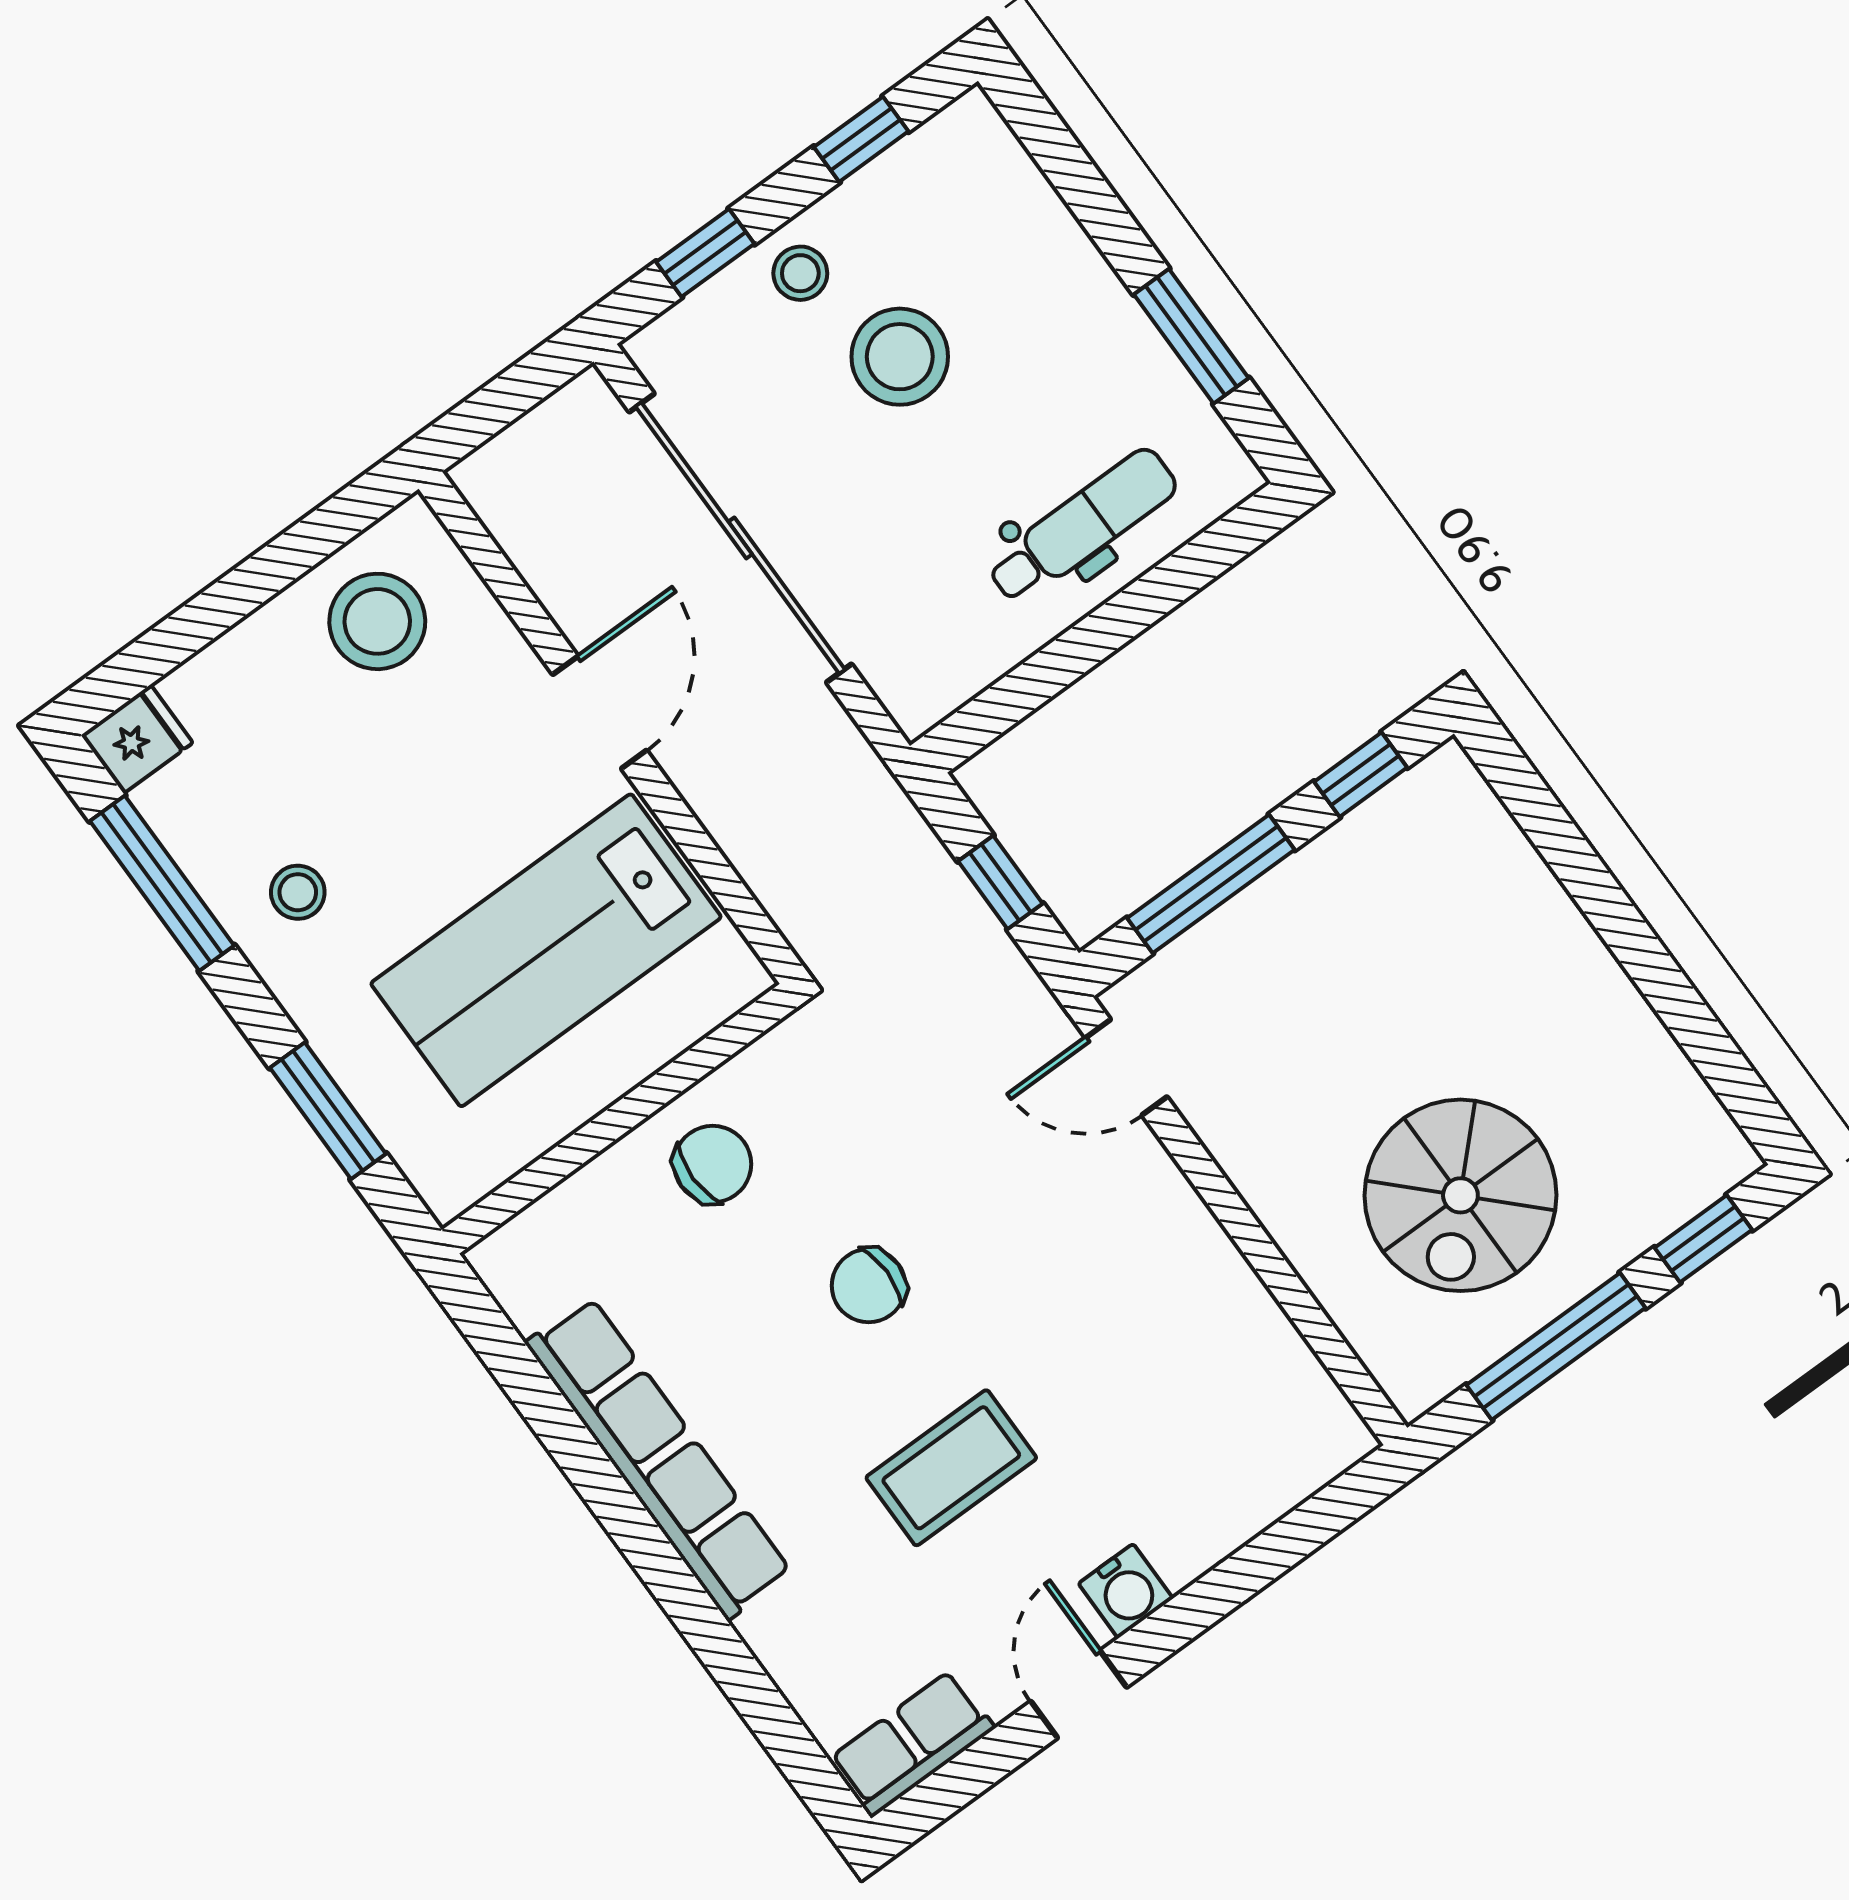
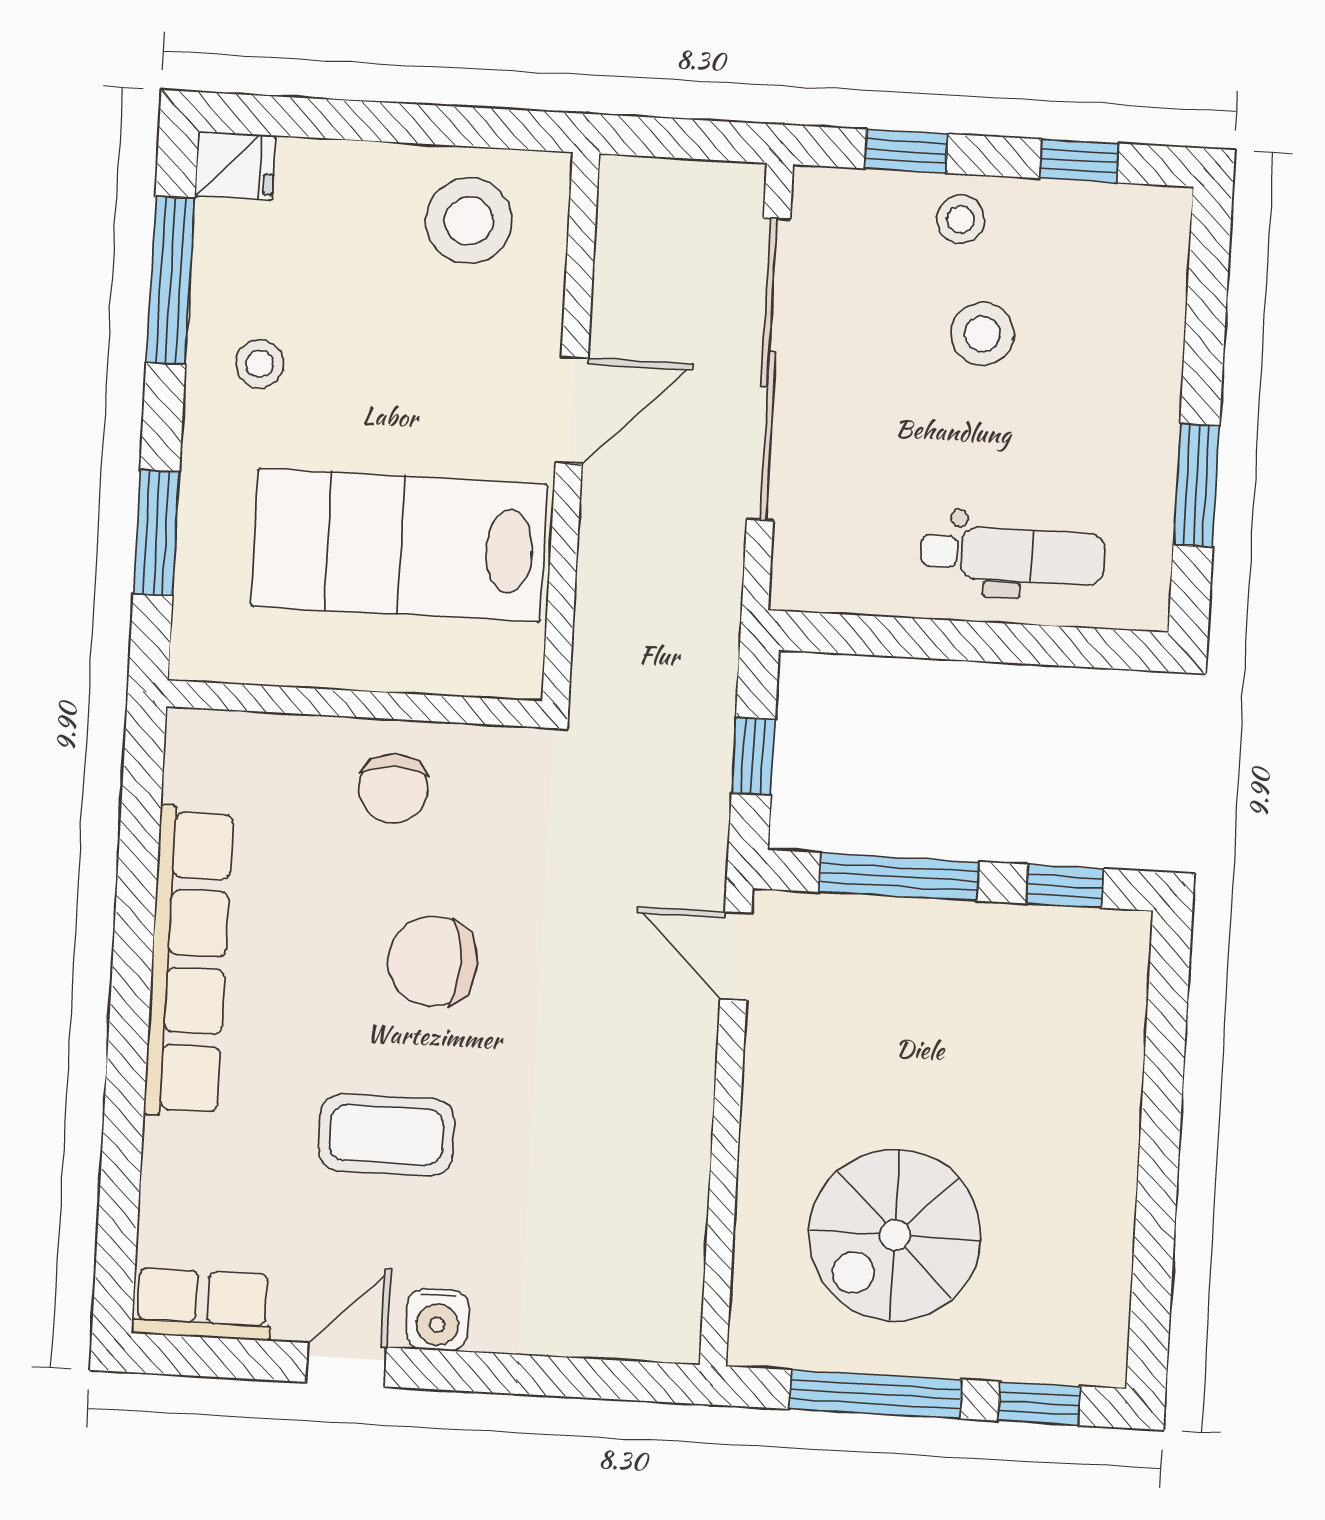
stool: (900, 357) -> (982, 334), width x0.73, depth x0.73
chair: (713, 1164) -> (393, 788), turned 90
chair: (869, 1286) -> (433, 961), width x1.37, depth x1.37

